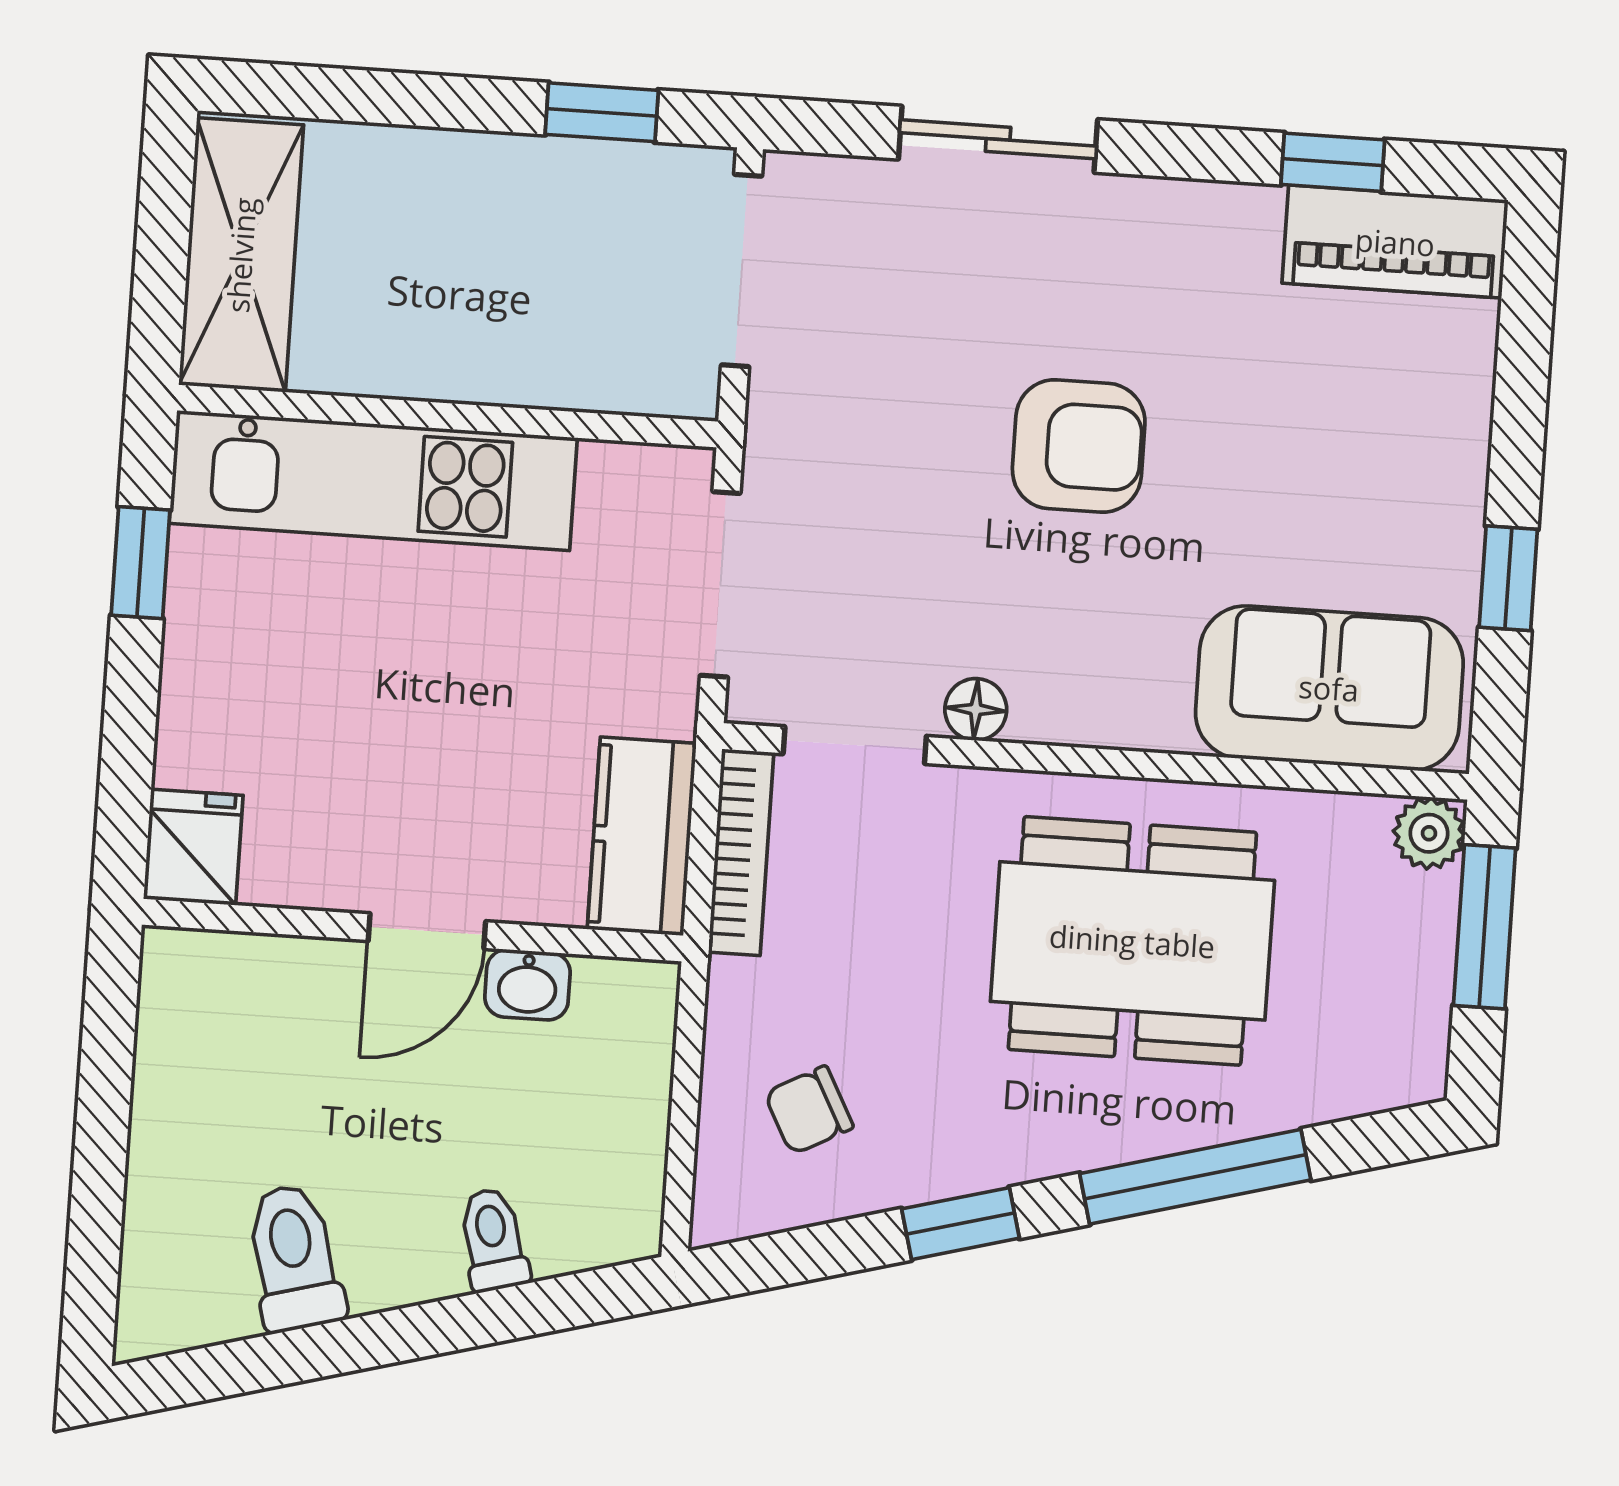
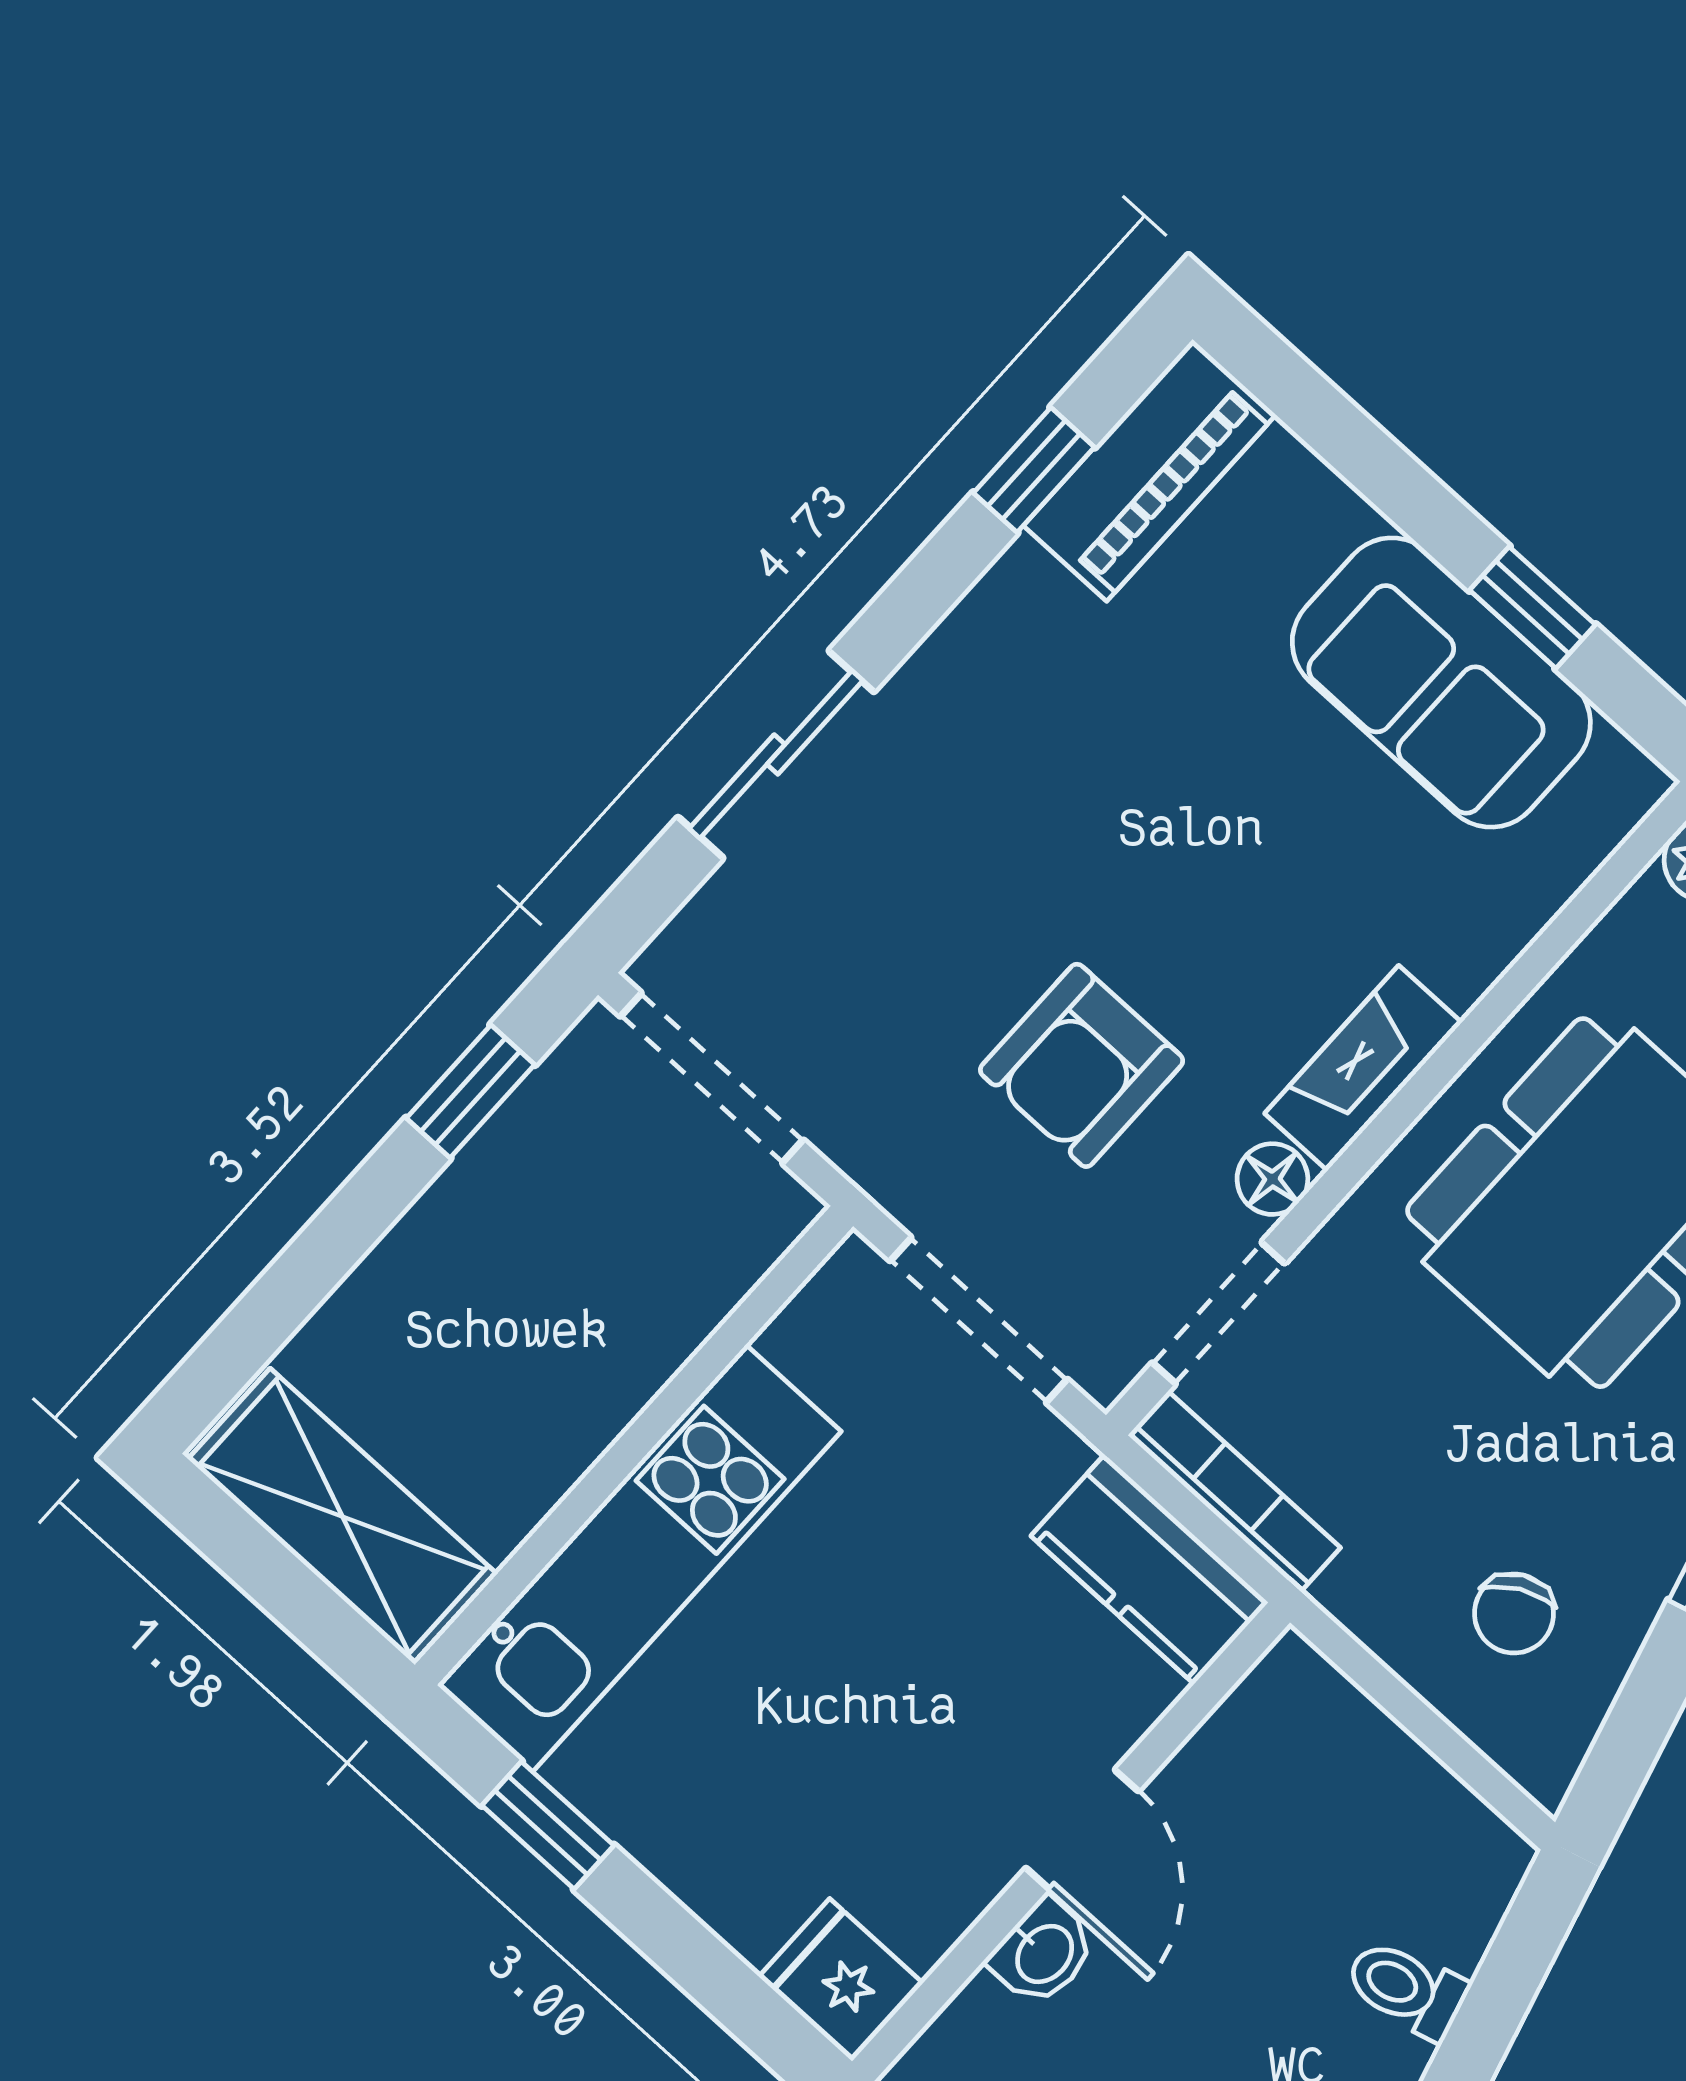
armchair: (1079, 446) -> (1082, 1065), moved, turned 180
sofa: (1329, 688) -> (1441, 683), moved, turned -90
fireplace: (1101, 712) -> (1363, 1068), added
washbasin: (527, 985) -> (1043, 1952), moved

